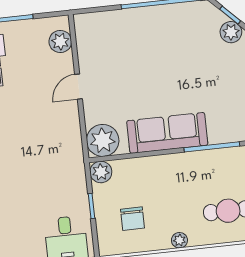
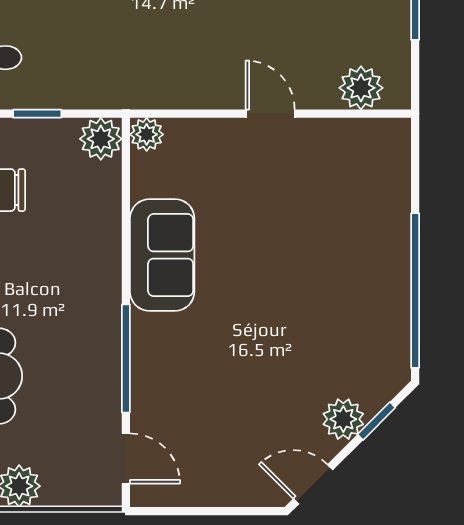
sofa: (167, 133) -> (162, 255), width x0.73
plant: (103, 140) -> (147, 134), width x0.53, depth x0.53

